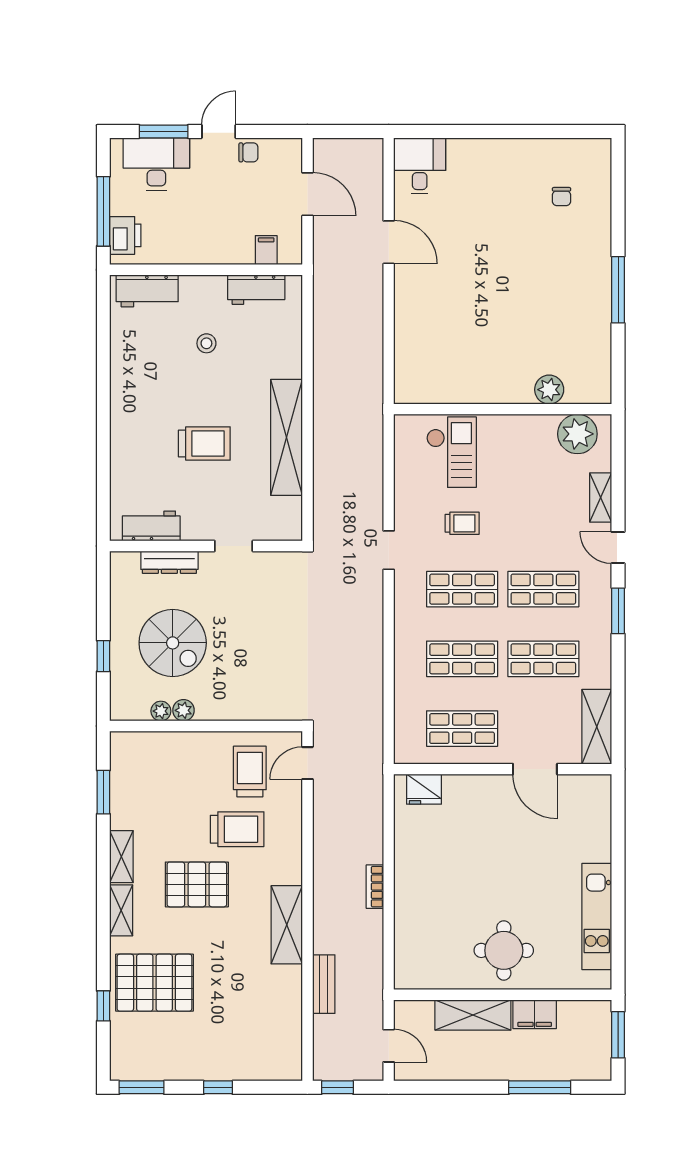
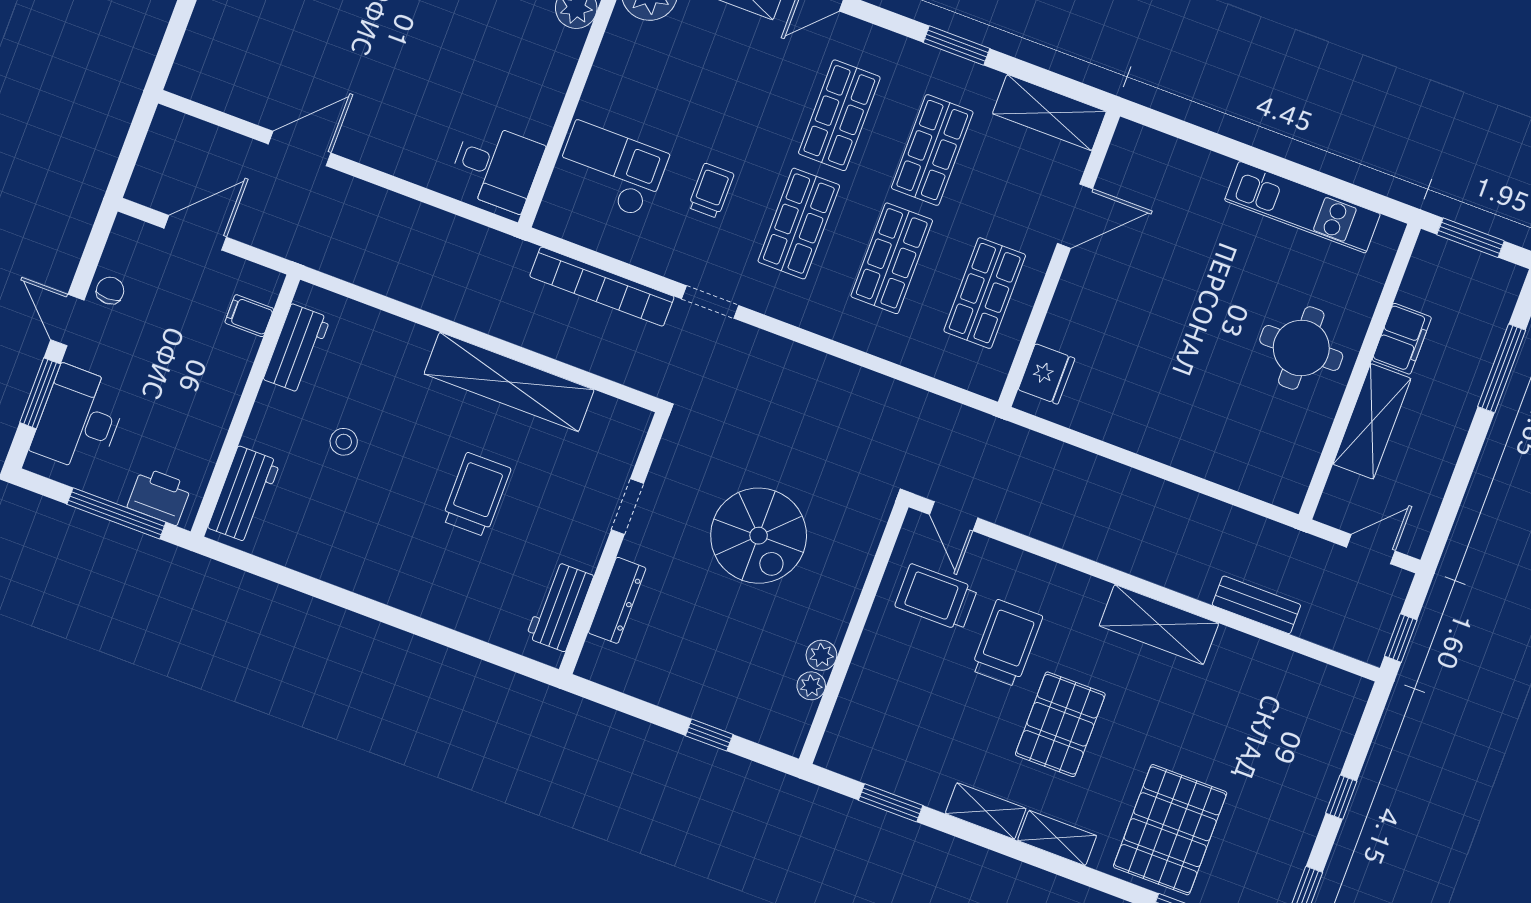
desk: (420, 166) -> (496, 167), moved, turned 180
window: (618, 611) -> (956, 45), moved
spiral stairs: (173, 643) -> (759, 536), moved, turned 90
bookcase: (375, 887) -> (602, 287), moved, width x2.31, depth x1.31

